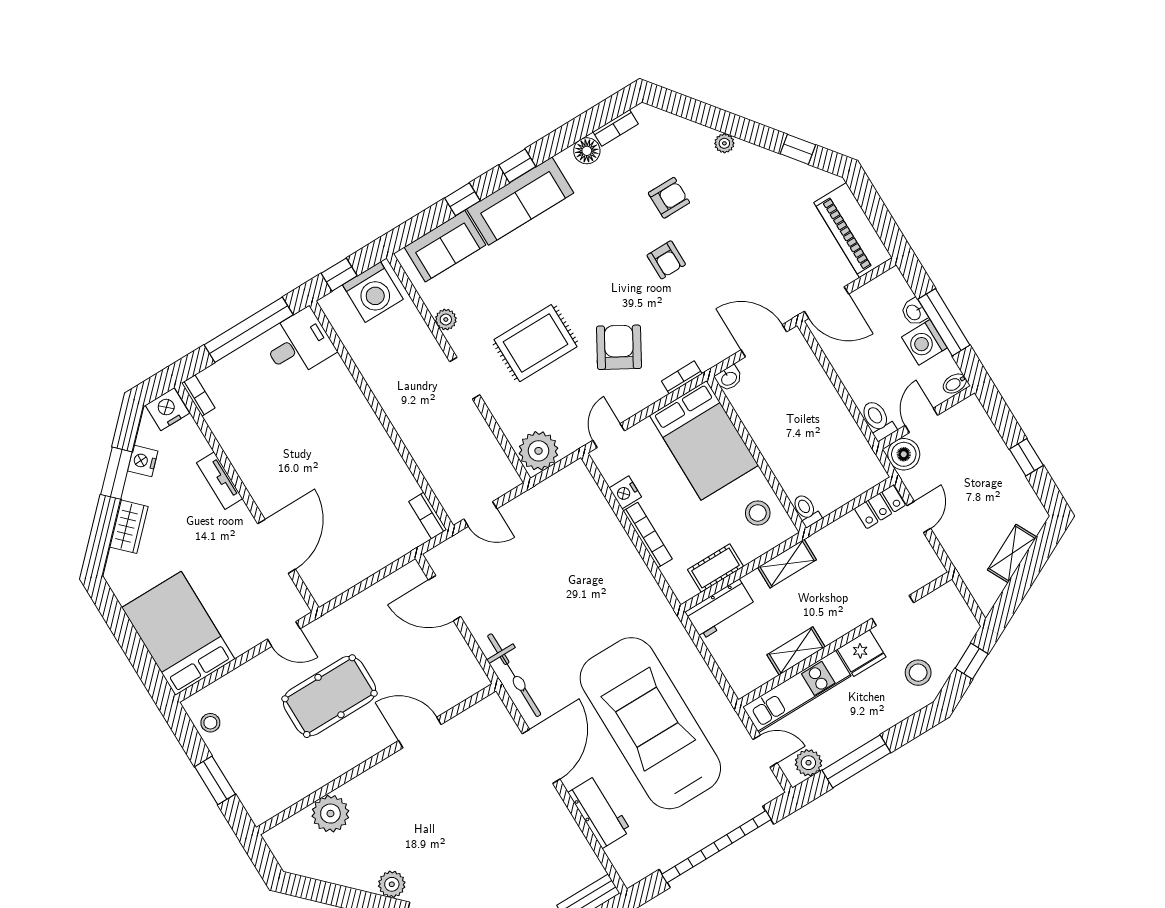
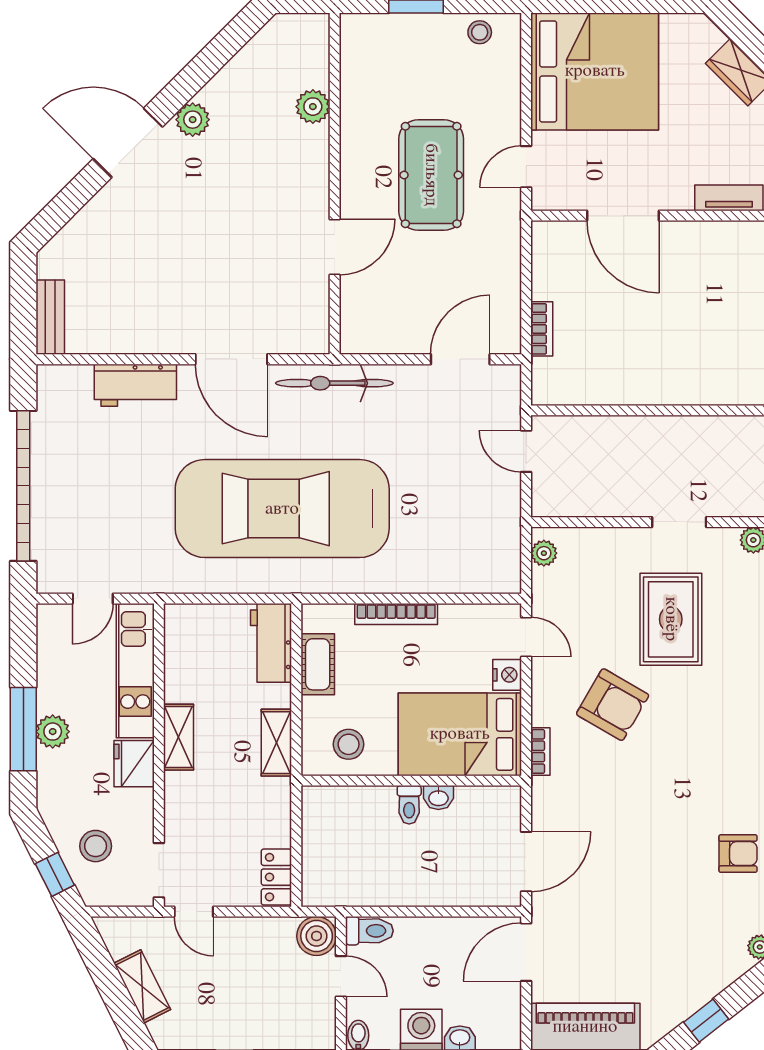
armchair: (669, 198) -> (738, 854), turned -90
armchair: (666, 260) -> (674, 811), removed
washbasin: (729, 378) -> (438, 798), moved, turned -90
plant: (538, 451) -> (544, 553), width x0.53, depth x0.53
nightstand: (625, 492) -> (507, 675), moved, turned 90
toilet: (806, 510) -> (409, 805), moved, turned 90
door: (480, 514) -> (526, 451), hinge flipped
bookcase: (428, 516) -> (542, 329), moved, turned 90
door: (919, 517) -> (194, 912), moved
doorway: (893, 611) -> (159, 870), moved
bed: (178, 633) -> (595, 71), width x1.36
shelving: (796, 651) -> (179, 737), moved
stool: (918, 673) -> (96, 846), moved
car: (650, 723) -> (282, 509), moved, turned 180
window: (856, 761) -> (23, 729), moved
plant: (808, 763) -> (53, 732), moved
plant: (330, 814) -> (313, 107), width x0.73, depth x0.73

